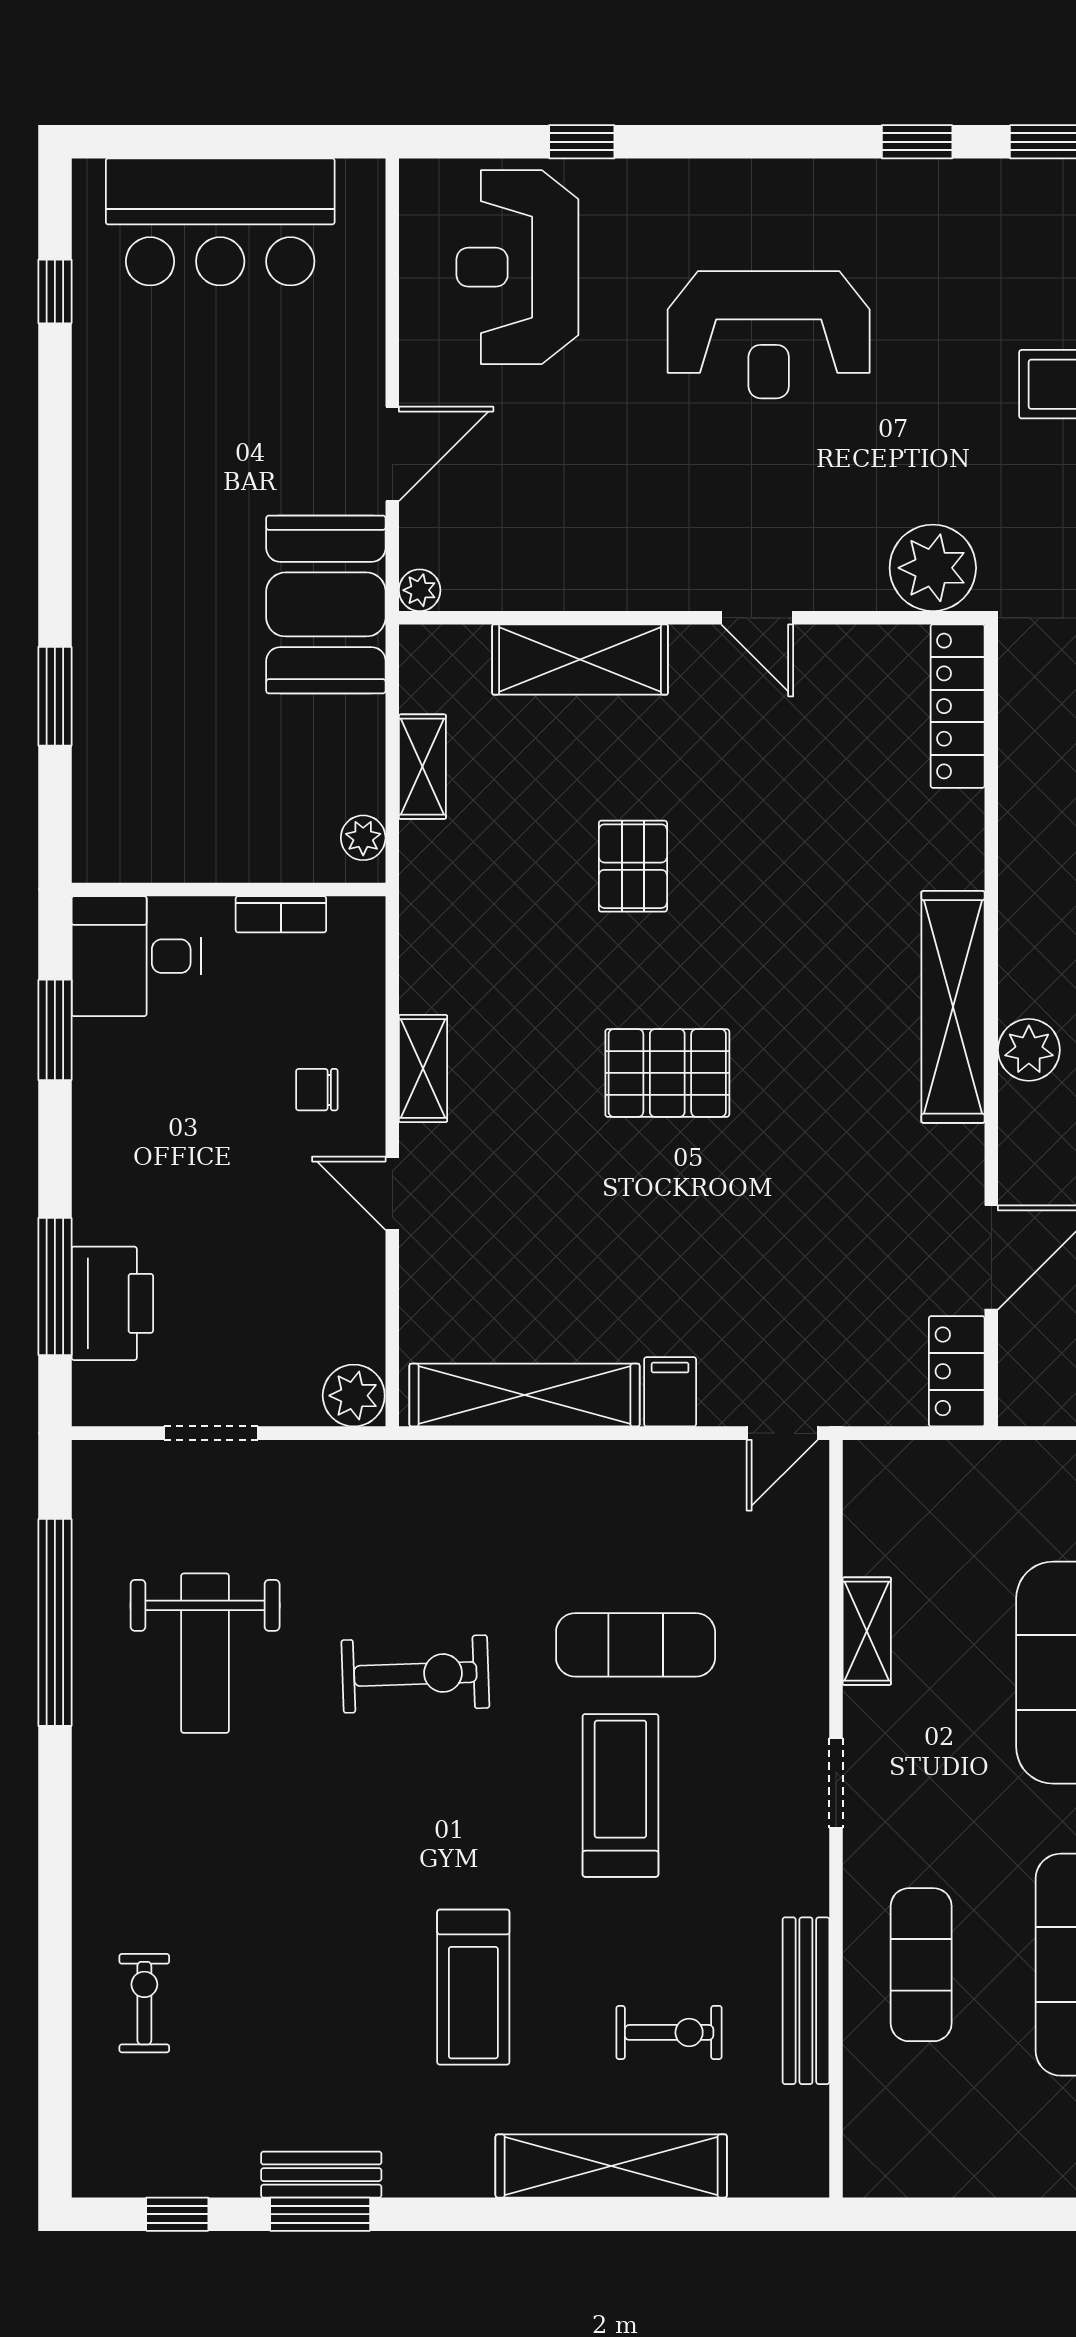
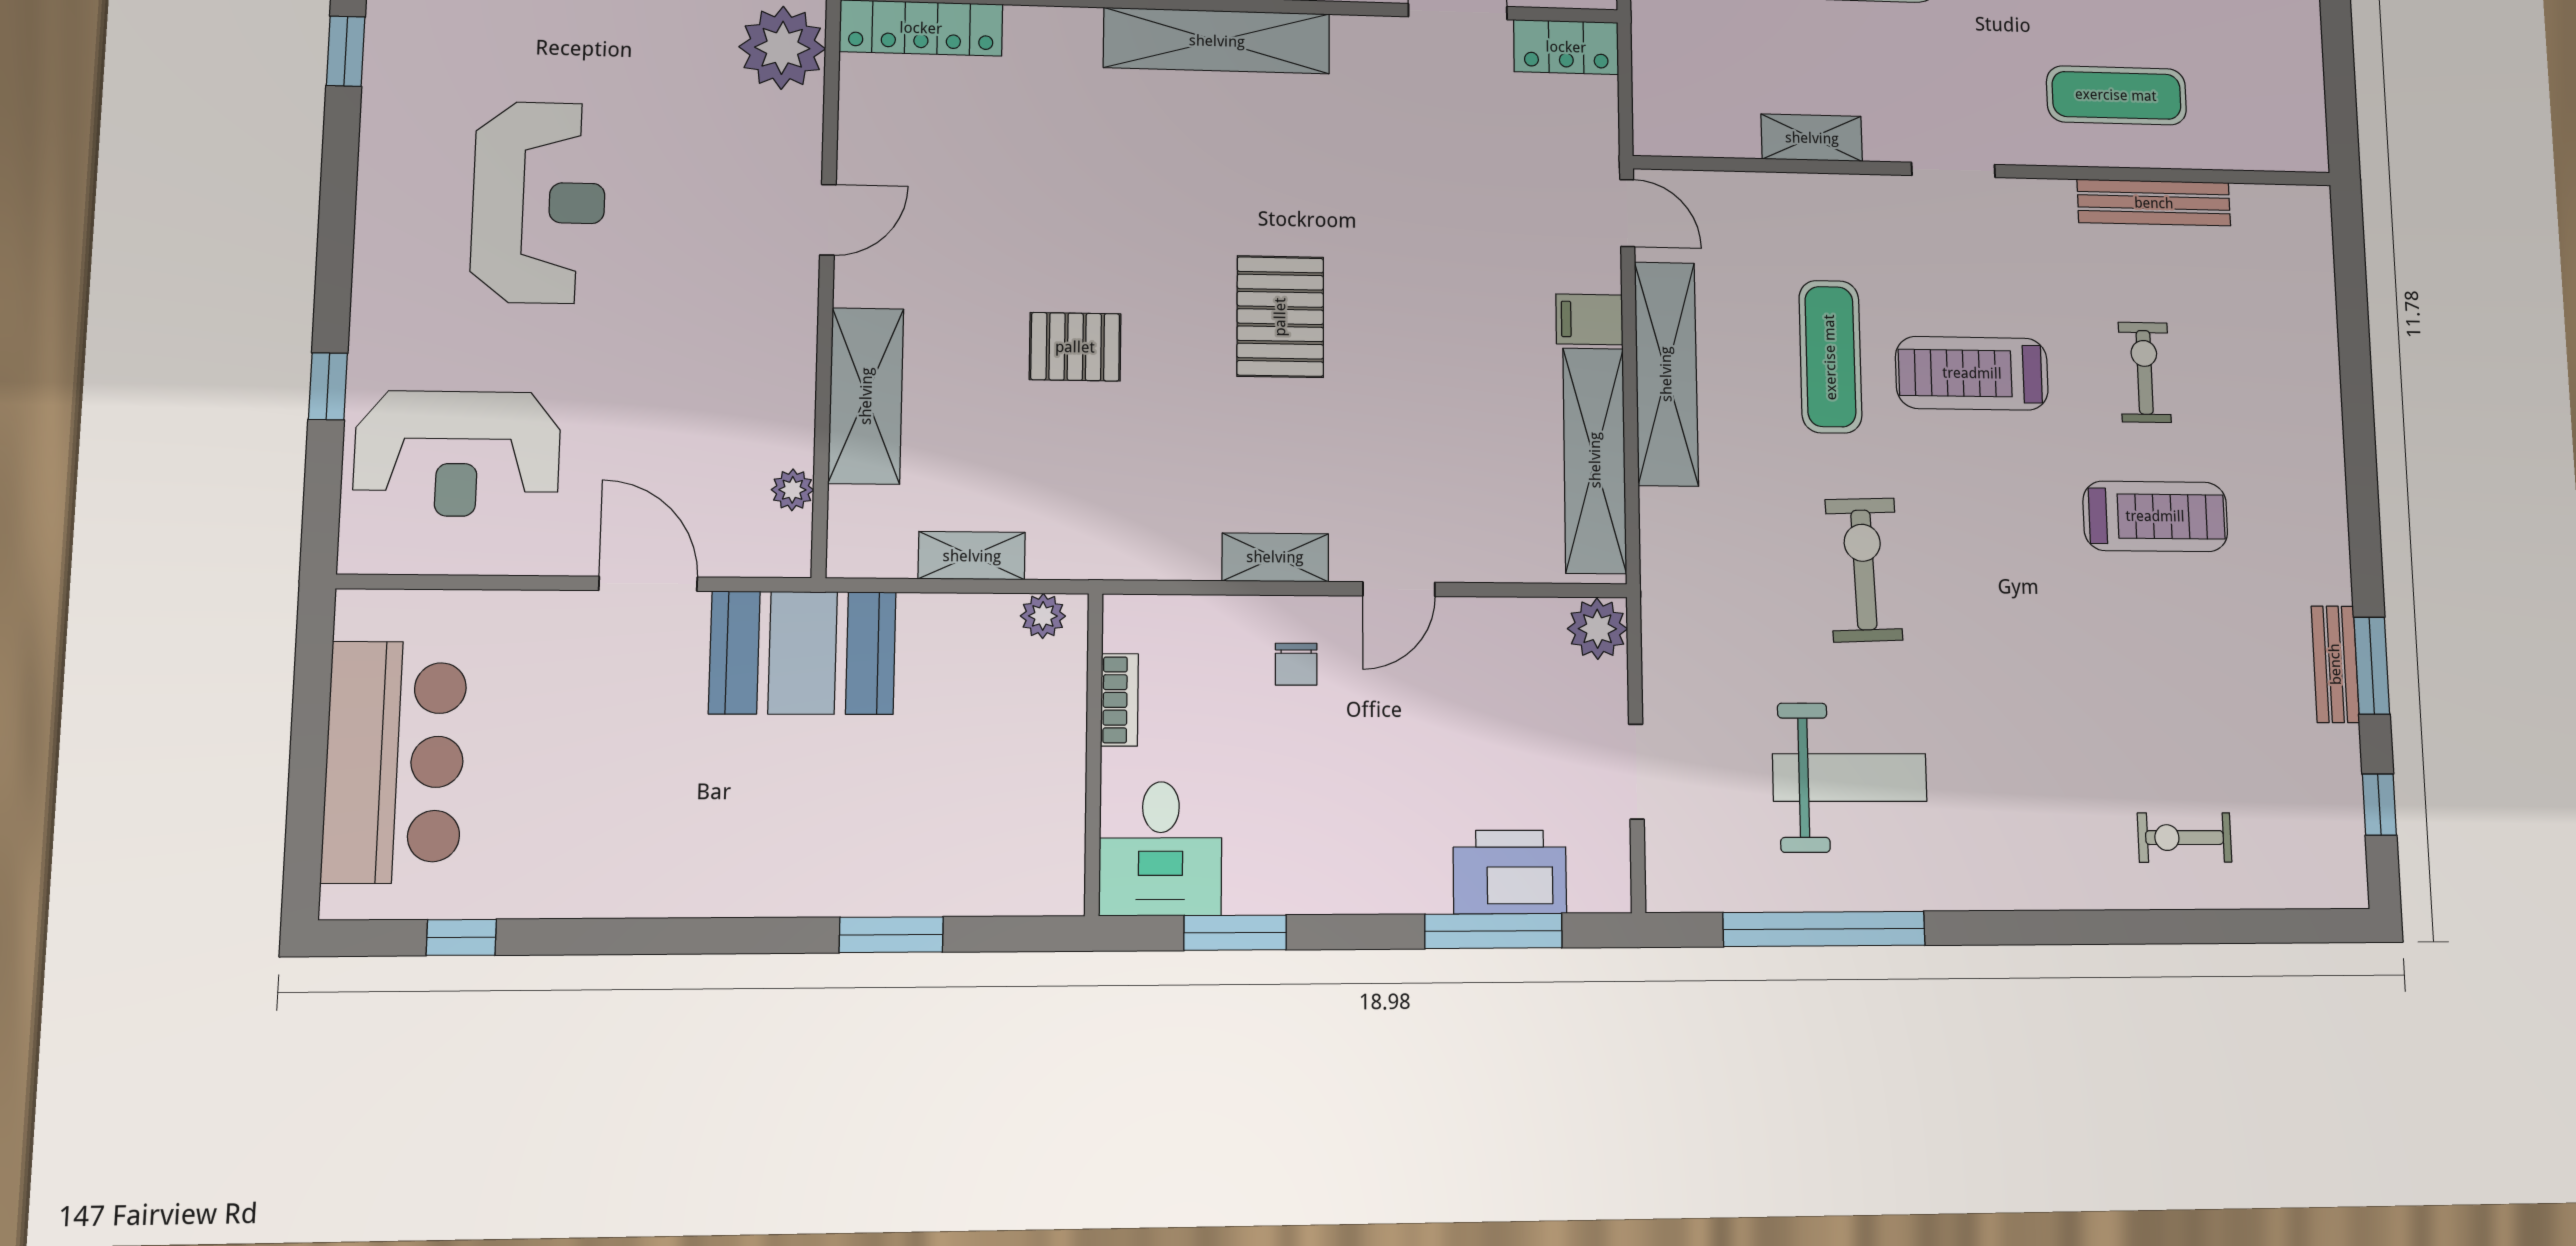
plant: (420, 590) -> (792, 490), moved
exercise bike: (669, 2032) -> (2145, 372), moved
shelving: (611, 2166) -> (1666, 374), moved

